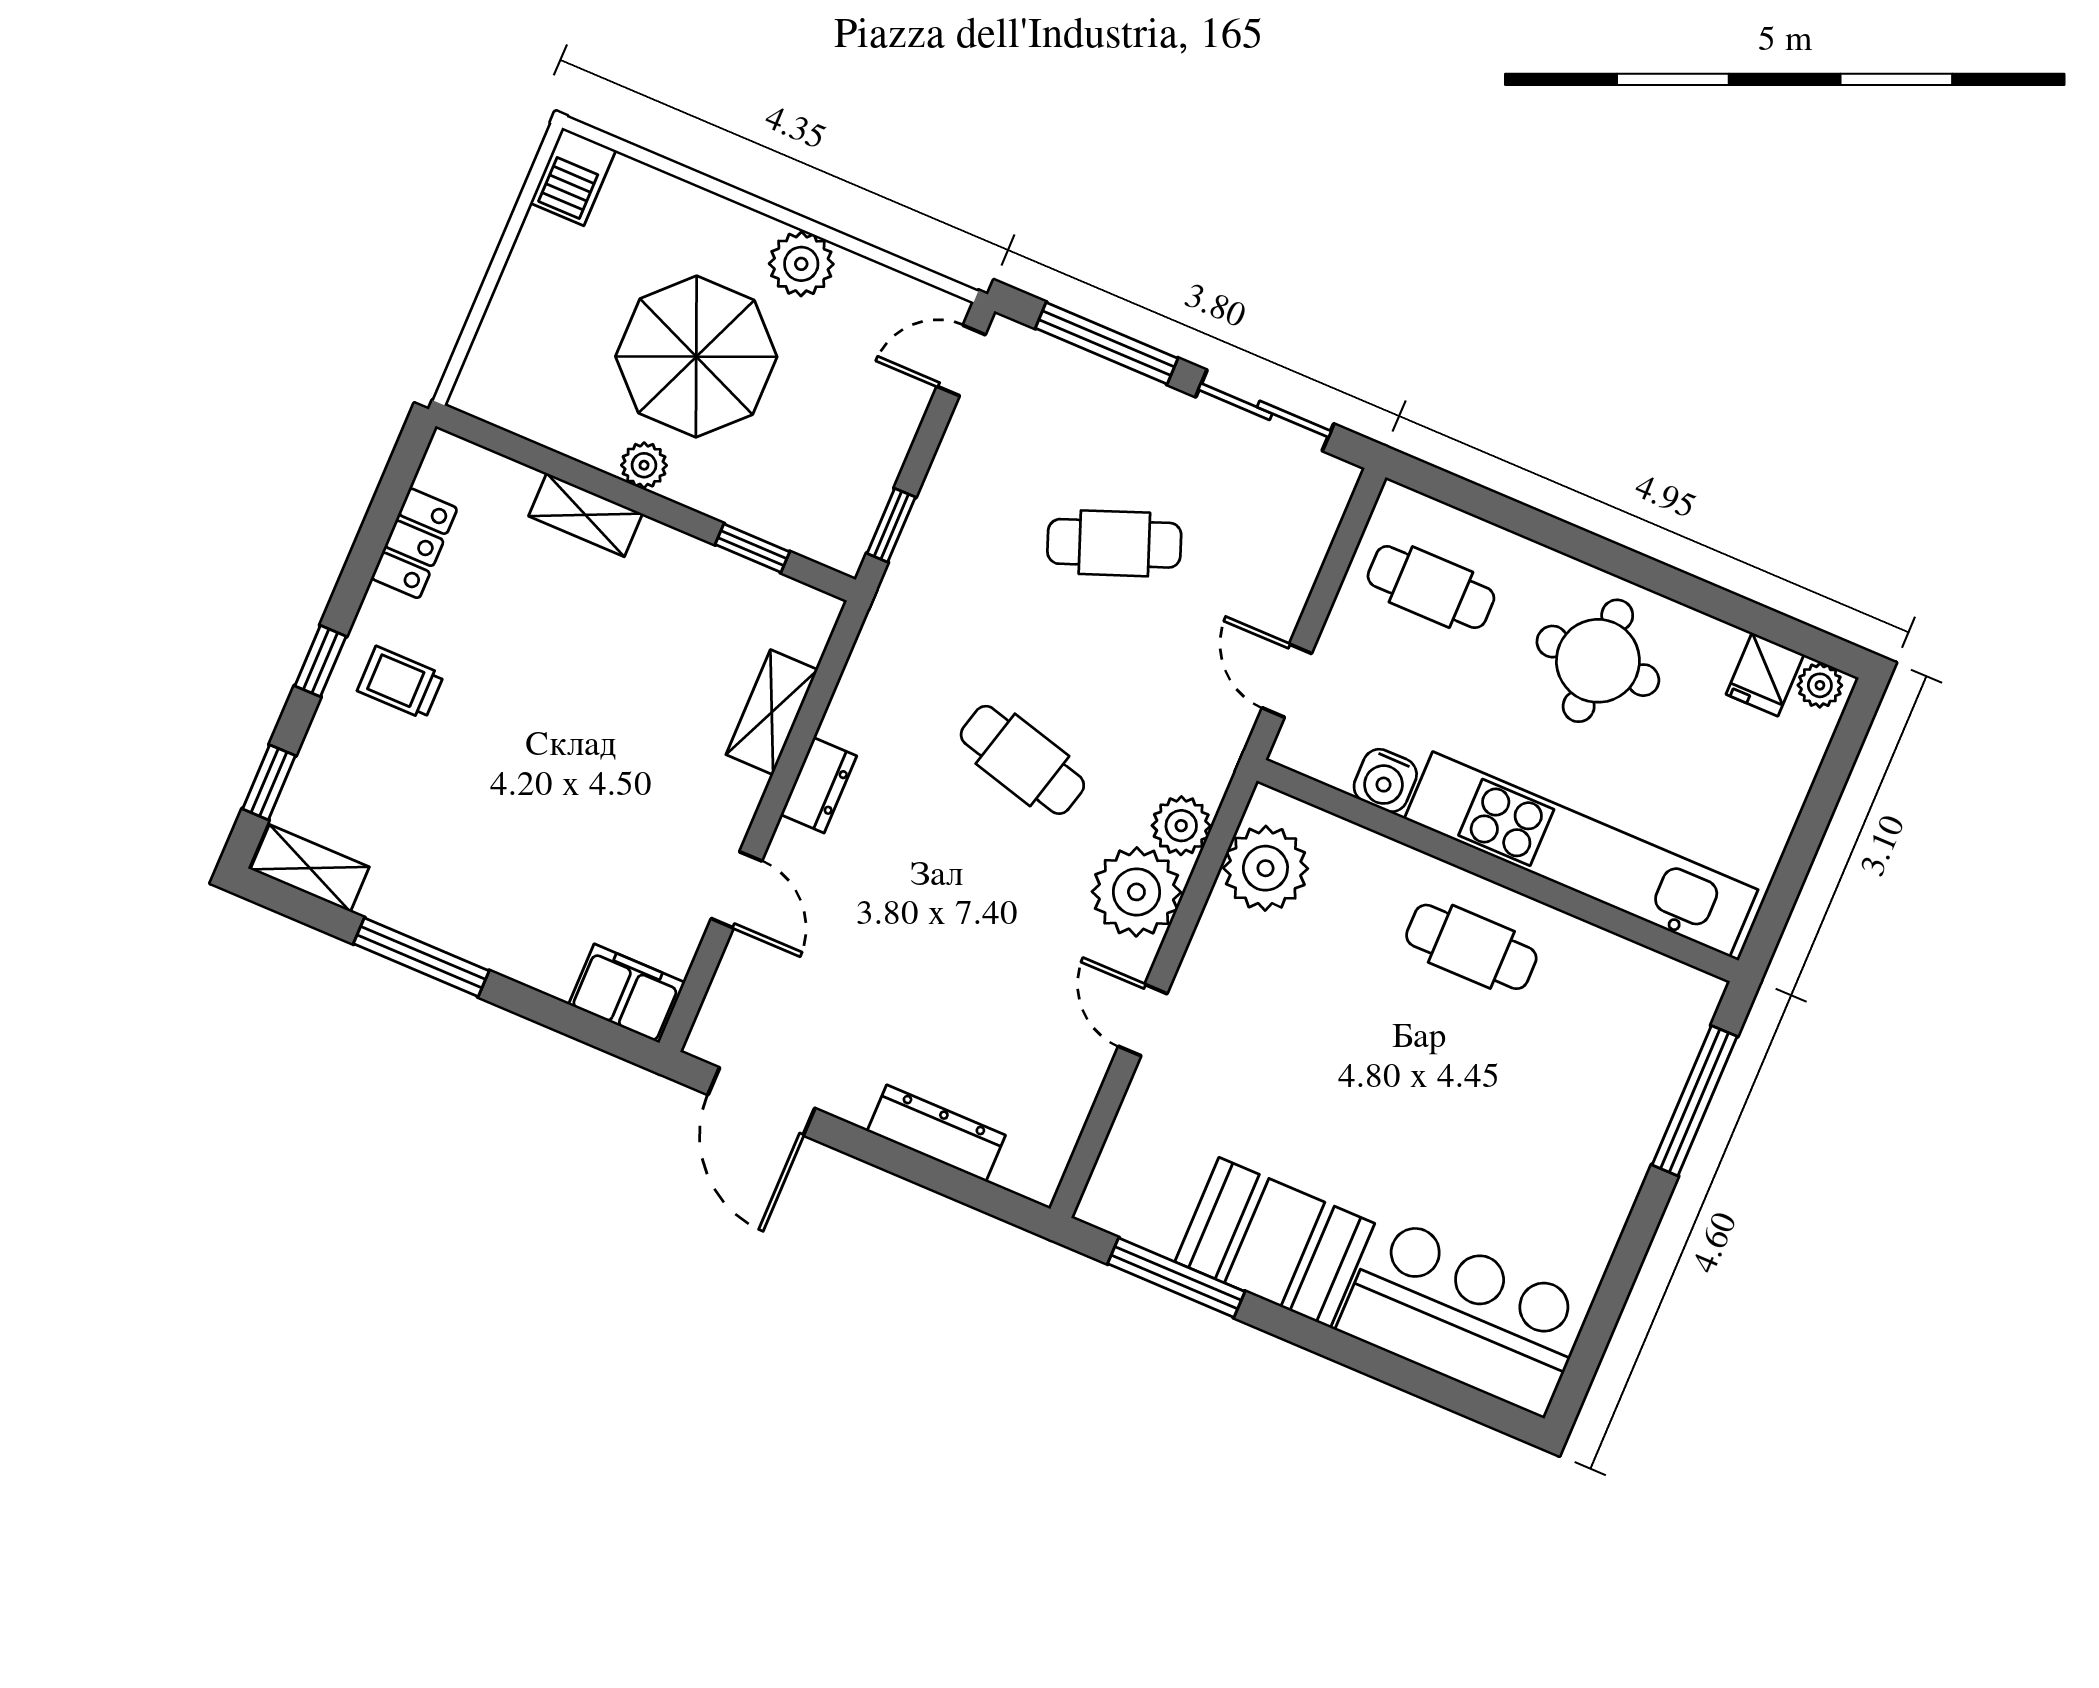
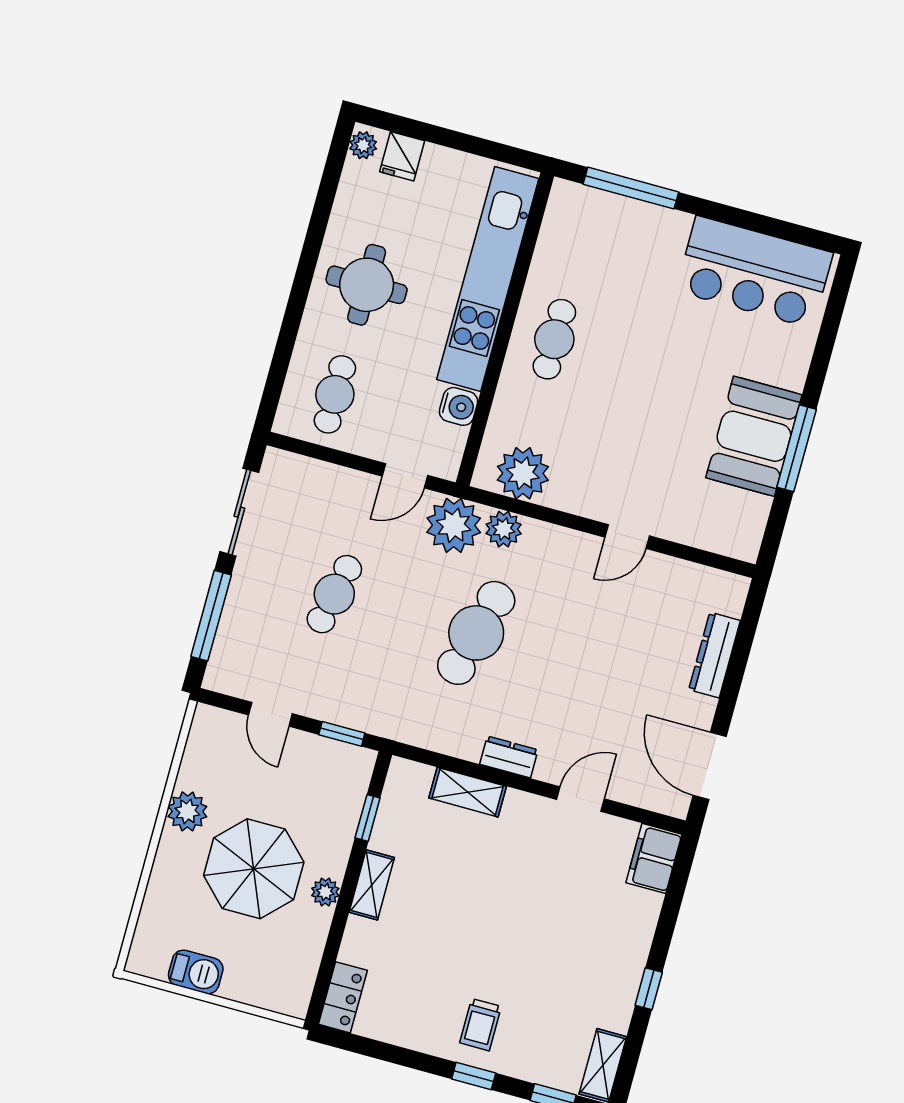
barbecue: (573, 177) -> (196, 972), moved
door: (961, 360) -> (270, 714), moved
shelving: (586, 515) -> (372, 885), moved
locker: (414, 543) -> (343, 997), moved, turned 90
cafe table: (1114, 543) -> (334, 594), turned 33
fridge: (1765, 674) -> (402, 156), moved, turned 90
cafe table: (1022, 760) -> (476, 633), width x1.37, depth x1.35
plant: (1136, 892) -> (454, 525), moved
window: (421, 957) -> (649, 989), width x0.46
door: (761, 1102) -> (710, 766), swing flipped
window: (1176, 1278) -> (797, 448), moved
bar counter: (1464, 1316) -> (754, 272), moved, turned -90

